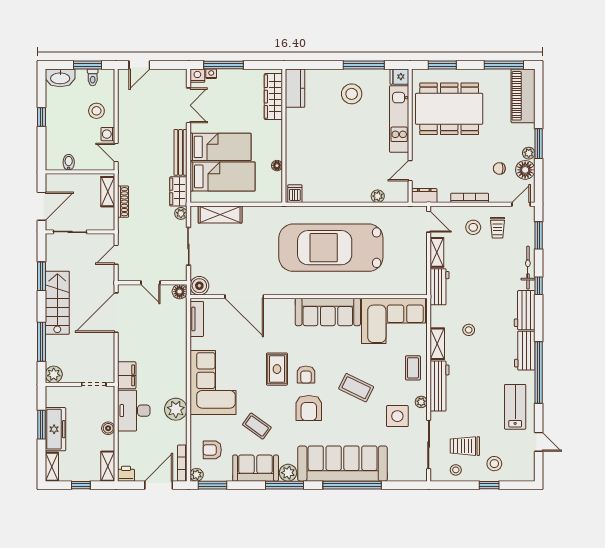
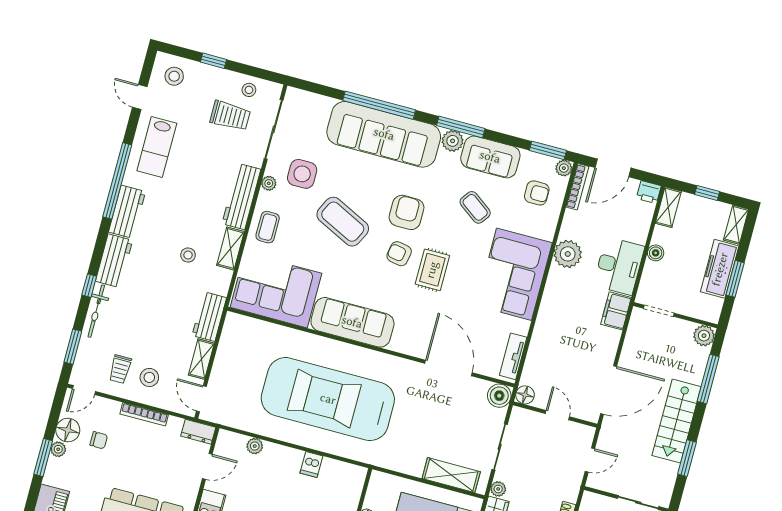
dishwasher: (295, 194) -> (311, 465), moved
trolley: (498, 228) -> (120, 369), turned 180
car: (331, 248) -> (328, 399), turned 180
armchair: (306, 375) -> (399, 254), turned -80
coffee table: (356, 388) -> (343, 222), width x1.36, depth x1.32
stool: (494, 464) -> (174, 76), moved

